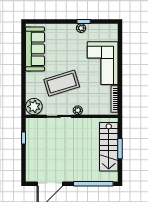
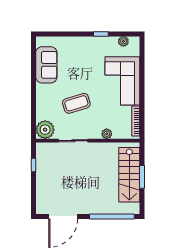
plant: (81, 28) -> (123, 41), moved
sofa: (35, 49) -> (46, 65), width x0.73
coffee table: (62, 83) -> (76, 103), width x0.73, depth x0.76
plant: (78, 110) -> (107, 134), moved

